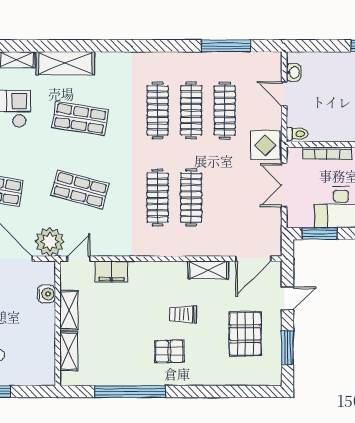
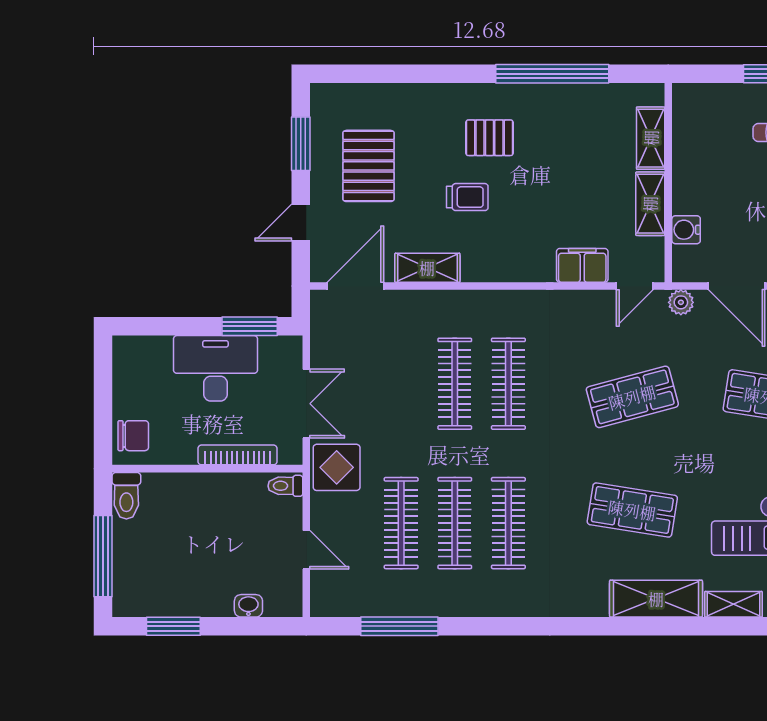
washbasin: (293, 72) -> (248, 606), moved, turned 90
shop shelf: (80, 189) -> (632, 397), turned -30
plant: (50, 242) -> (681, 302), width x0.53, depth x0.53

